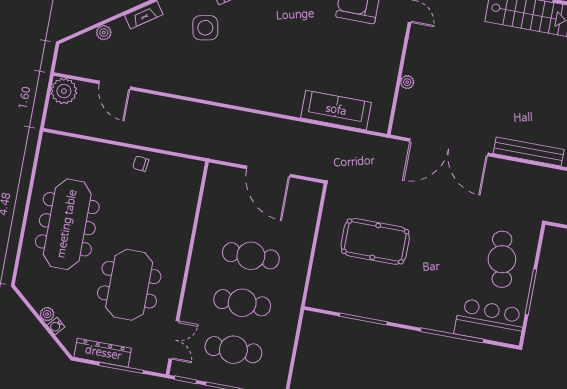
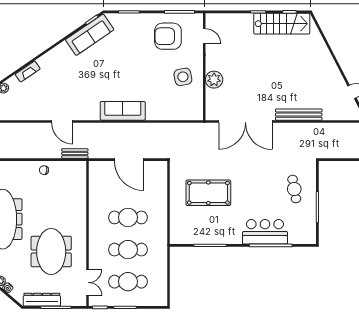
side table: (205, 28) -> (183, 77), moved
plant: (407, 82) -> (214, 80), width x1.88, depth x1.88
door: (115, 85) -> (62, 122), moved
sofa: (336, 110) -> (123, 111), moved
bench: (190, 148) -> (75, 153), added
cafe table: (502, 259) -> (294, 189), width x0.73, depth x0.74
bar counter: (490, 322) -> (265, 232), moved

